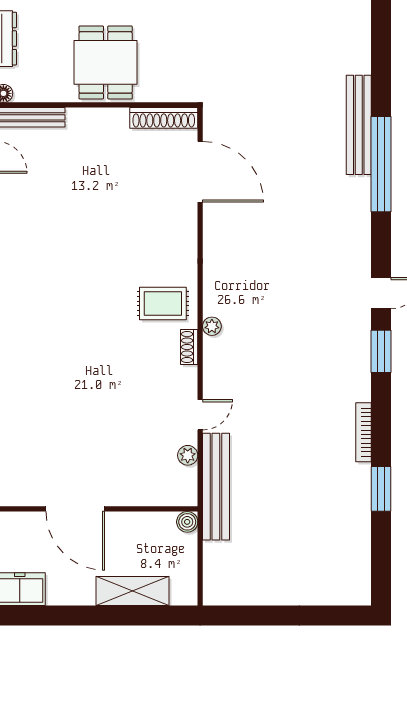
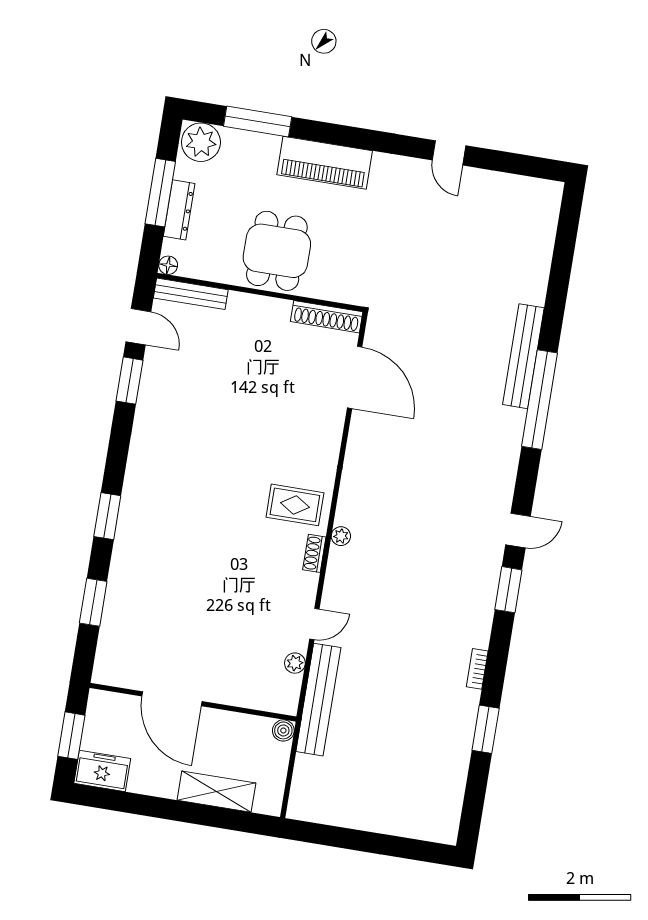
bookcase: (364, 432) -> (477, 669), width x0.64

